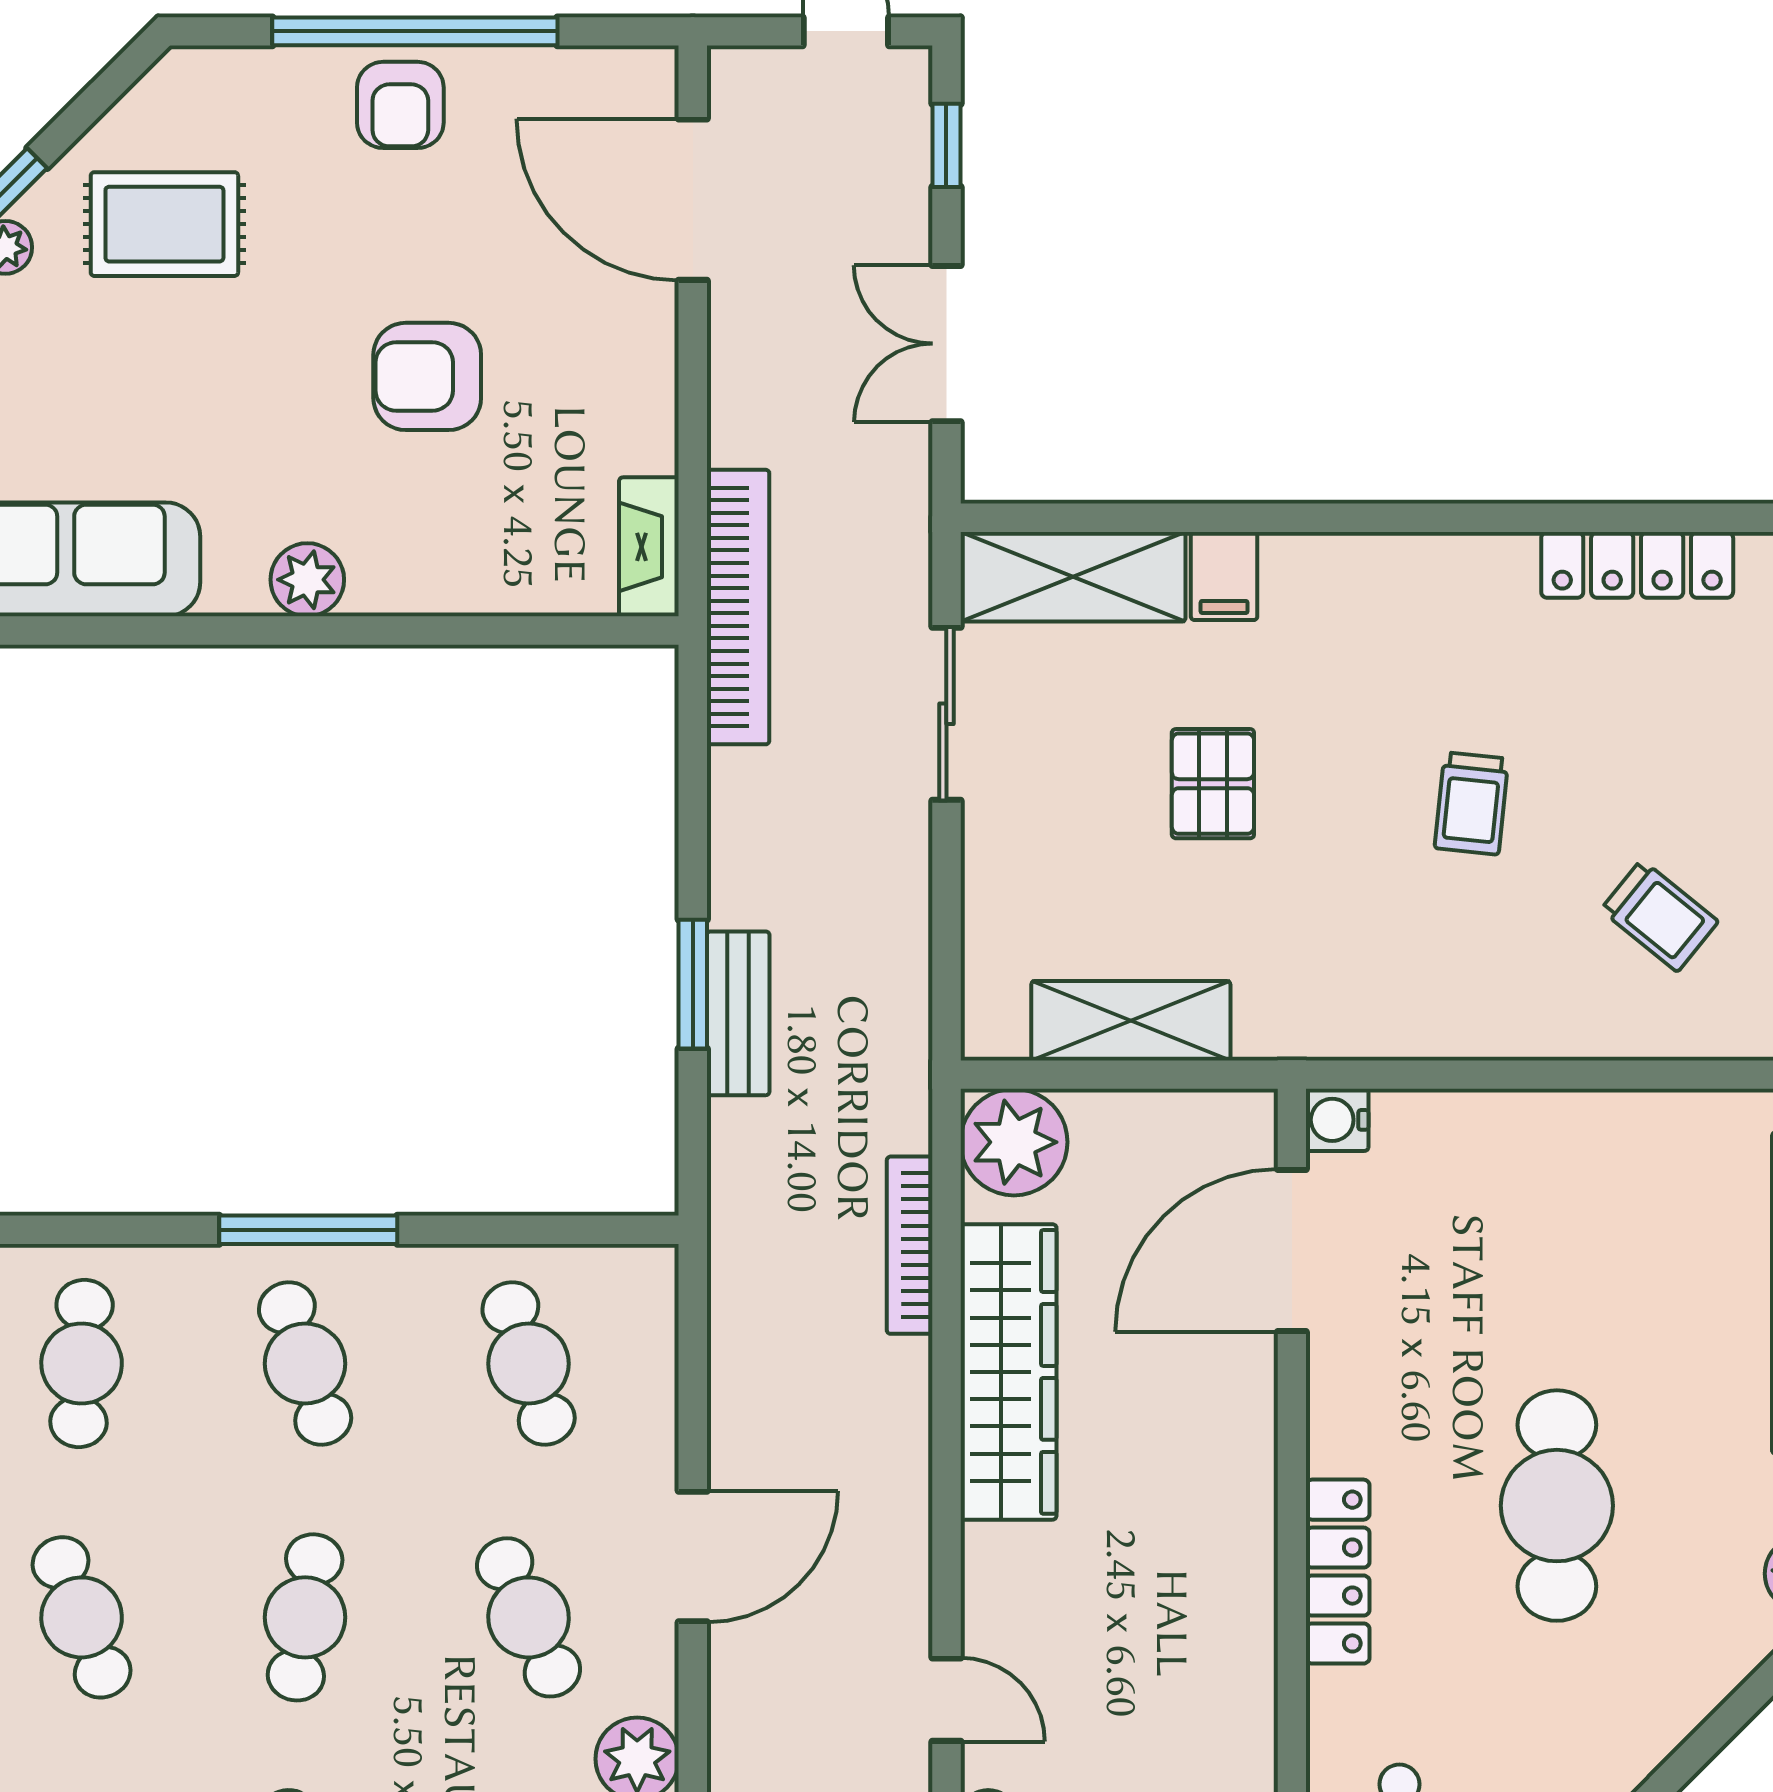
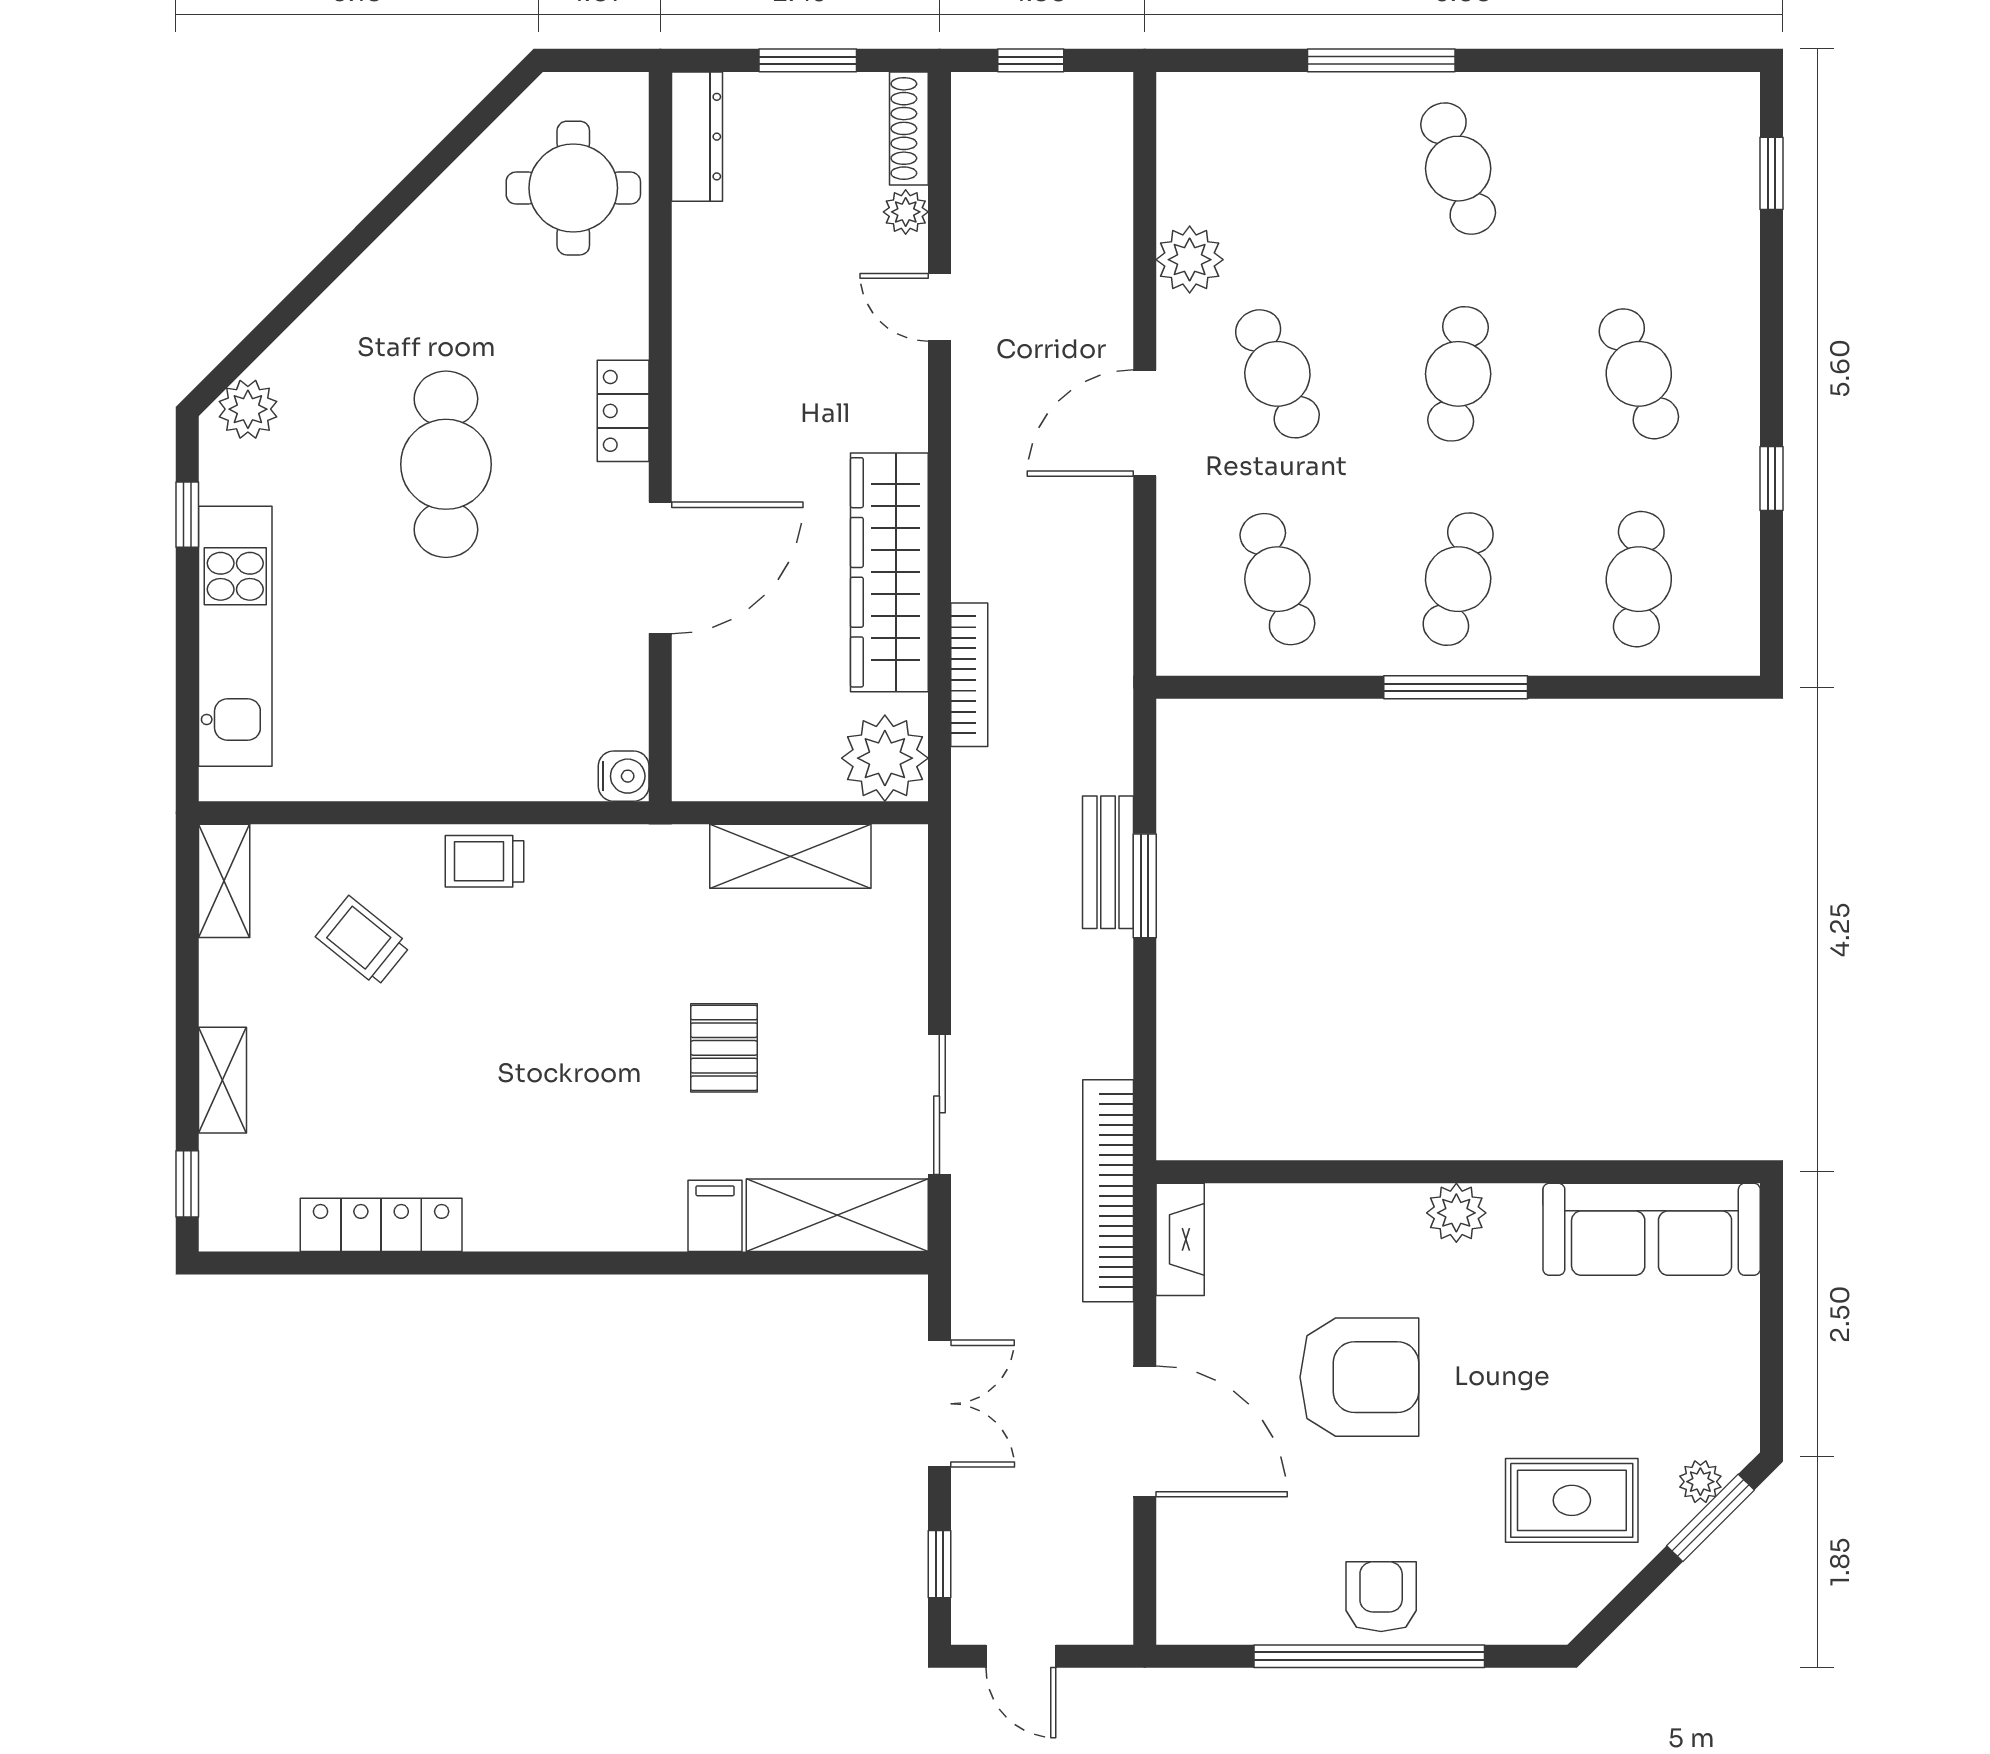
door: (693, 200) -> (1145, 1431), moved
armchair: (427, 376) -> (1359, 1377), width x1.36, depth x1.36
trolley: (1472, 803) -> (485, 861), moved, turned -96
door: (1292, 1250) -> (660, 568), moved
cafe table: (305, 1364) -> (1458, 579), turned 33
locker: (1338, 1572) -> (623, 411), width x0.66

